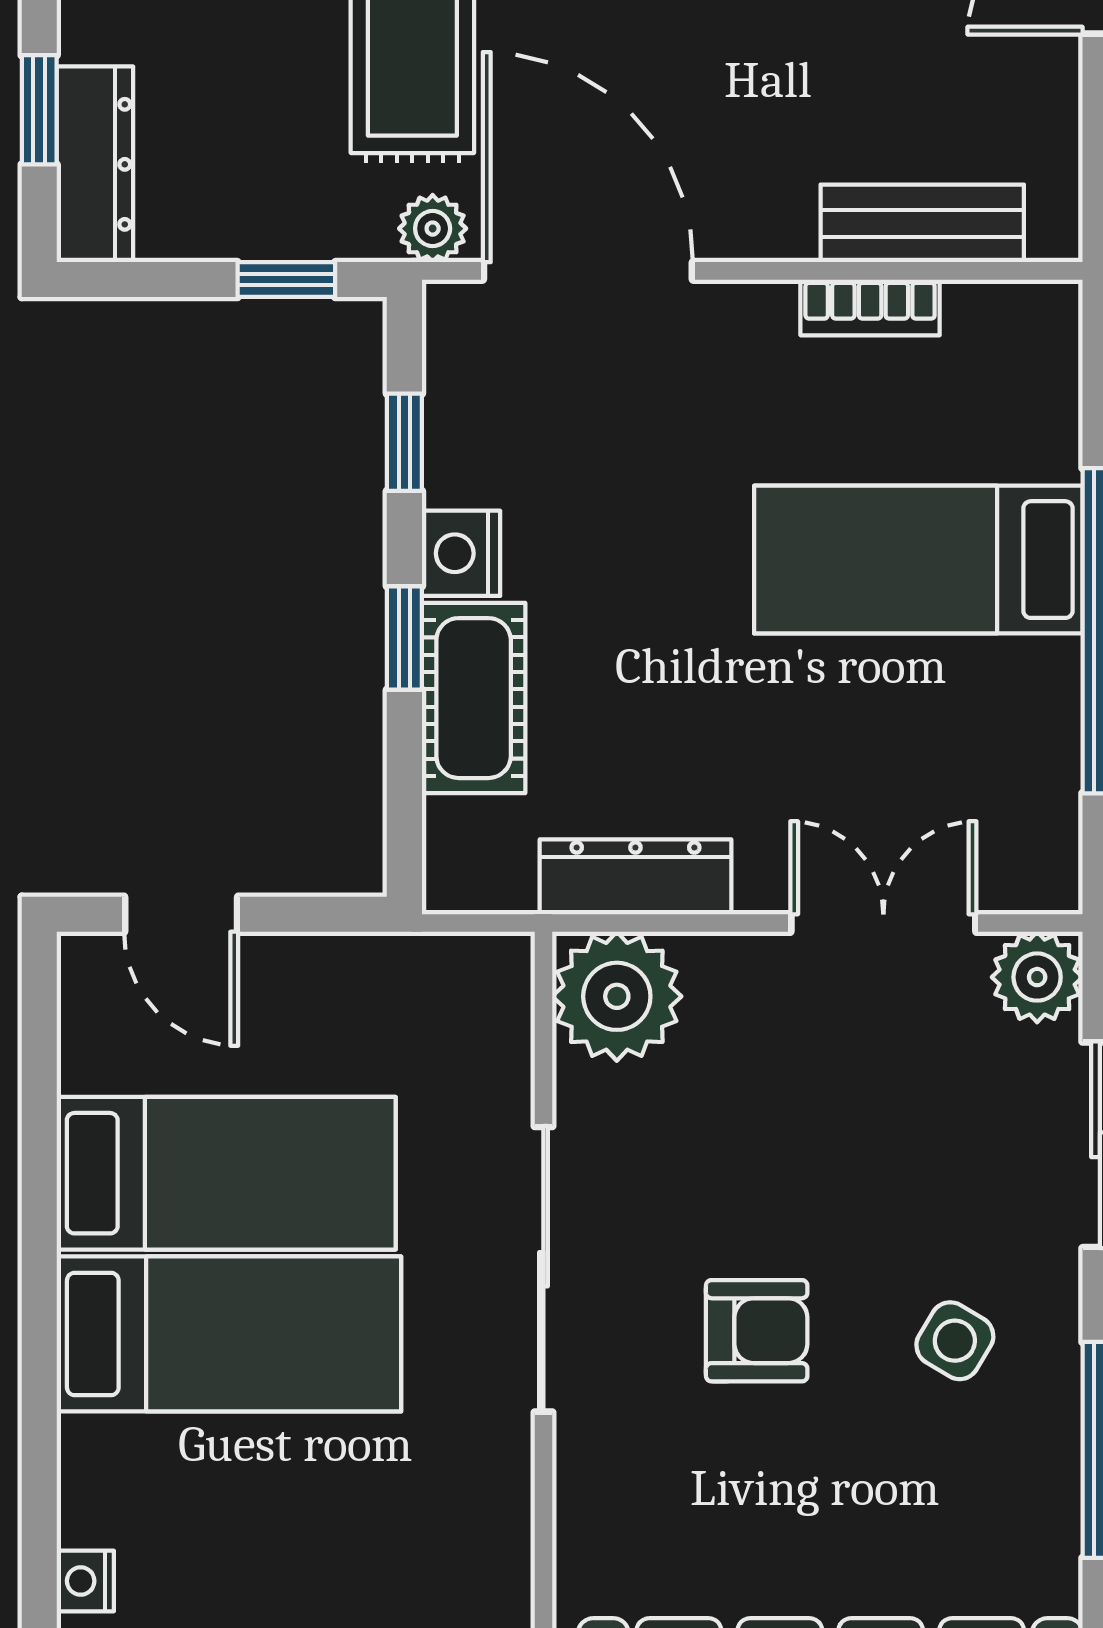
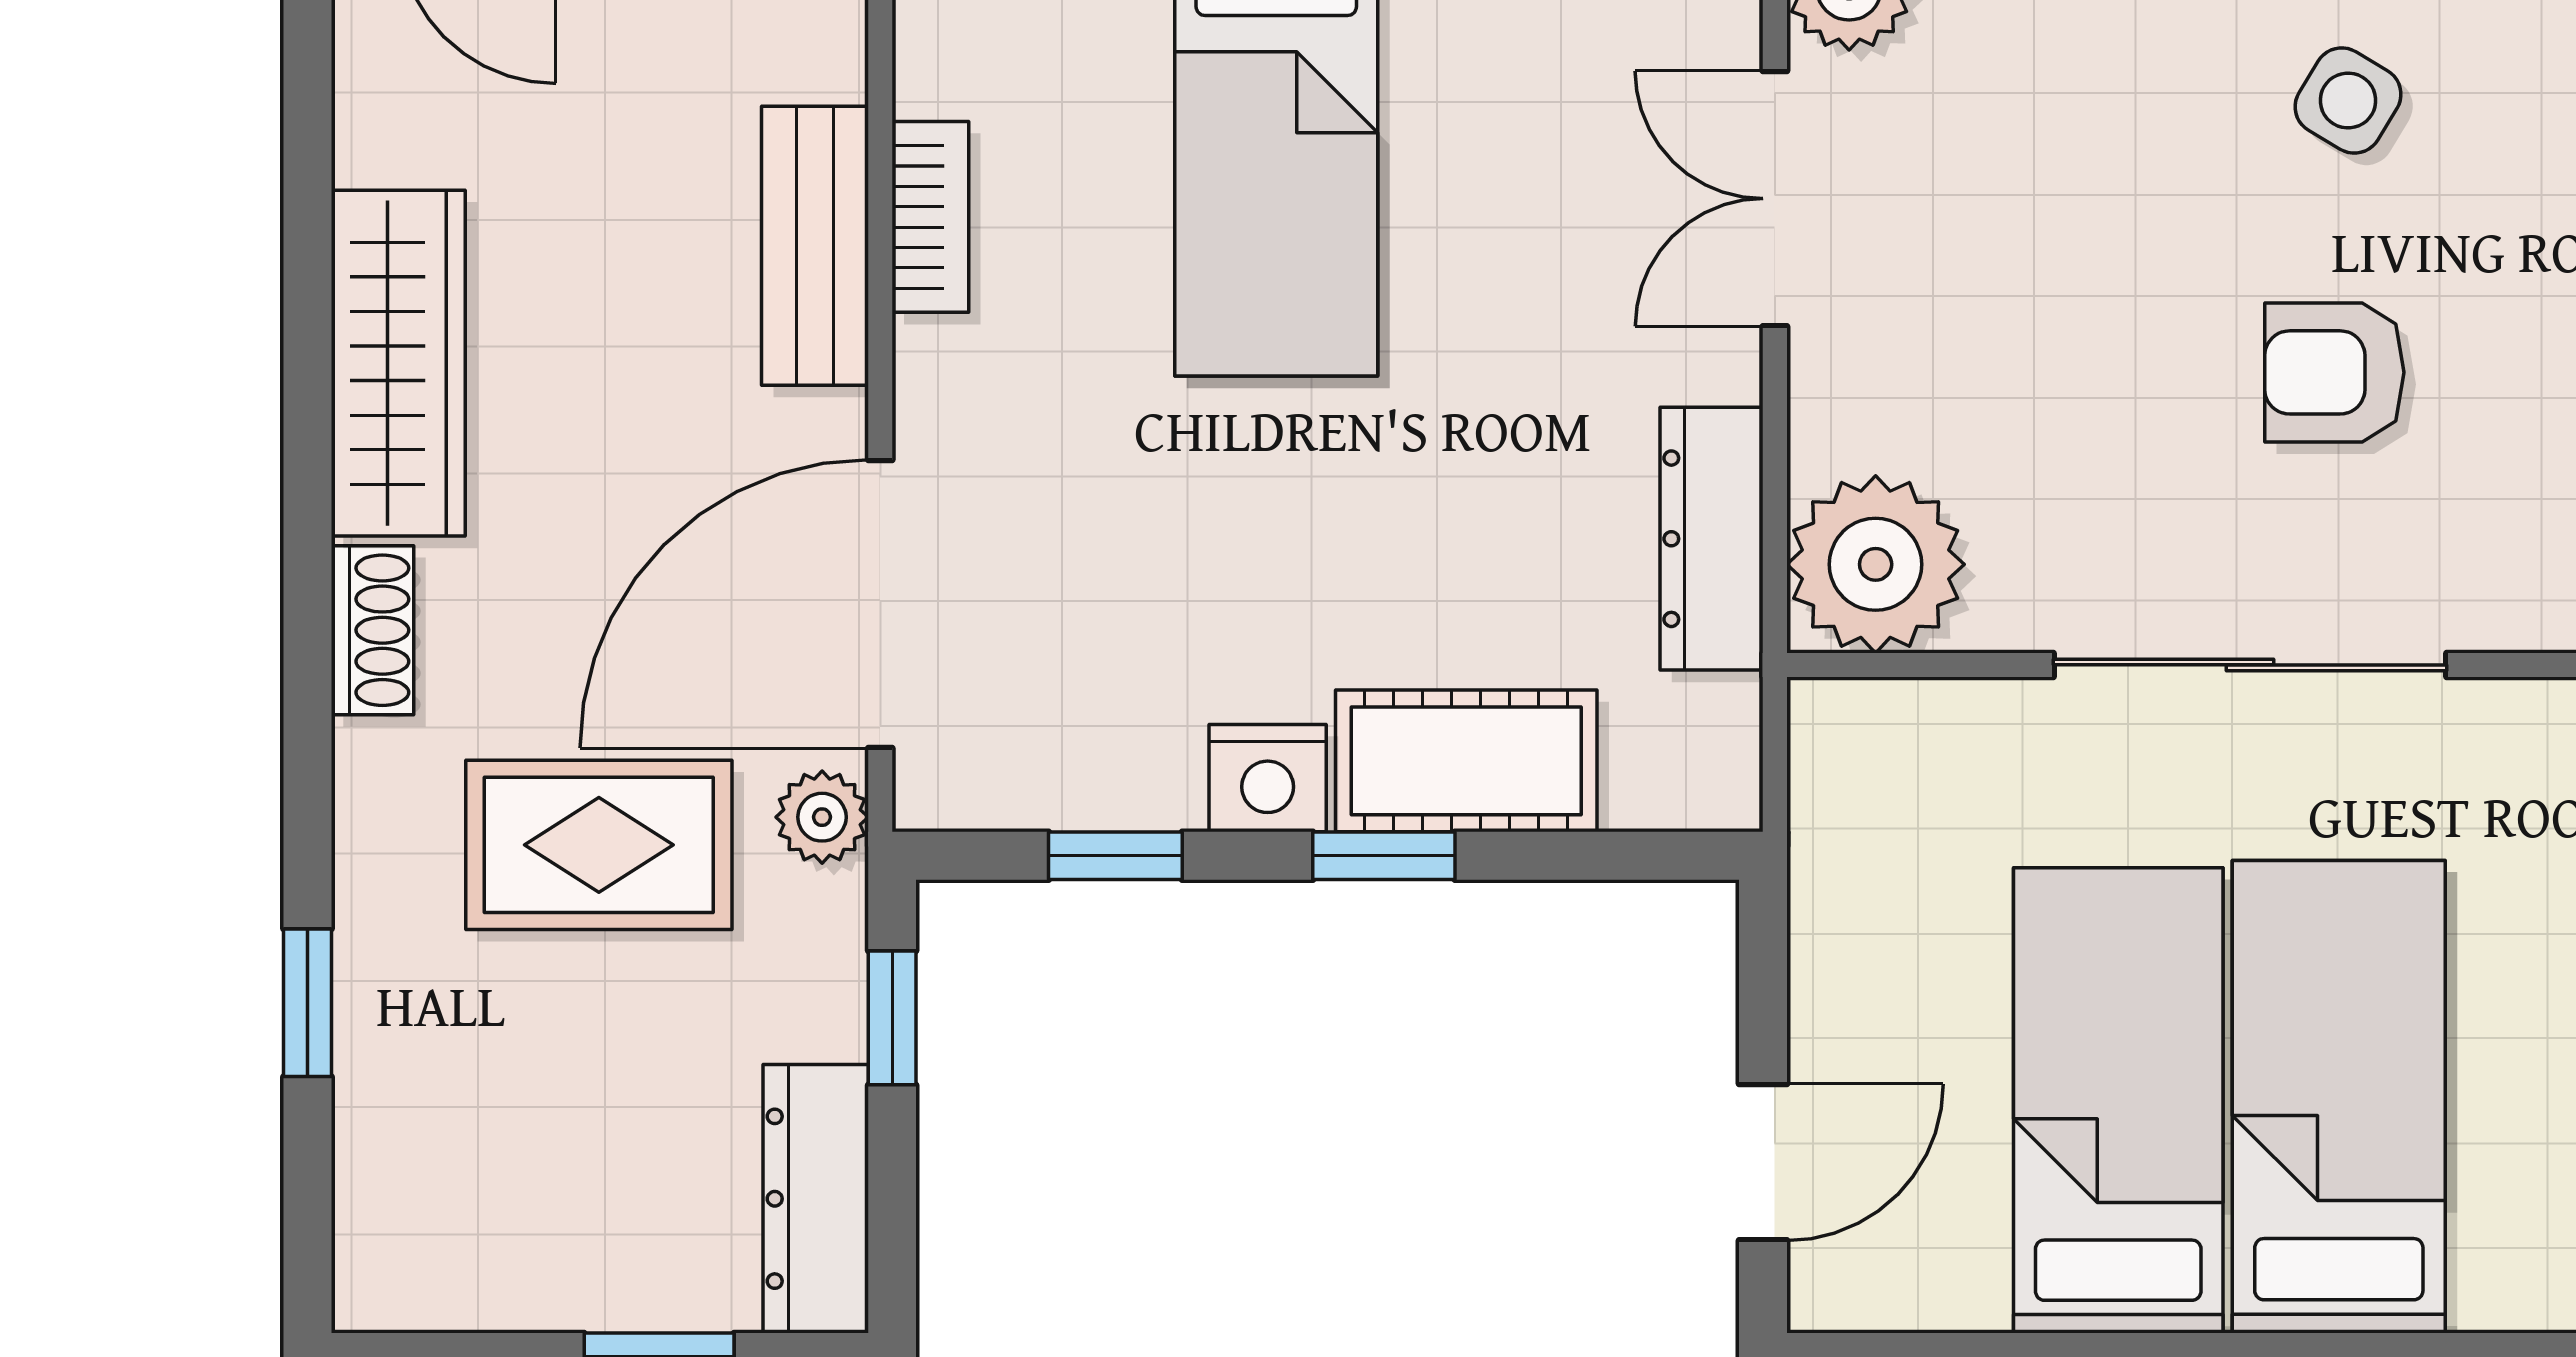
dresser: (95, 164) -> (816, 1199), moved, turned -90
bench: (922, 223) -> (815, 246), moved
armchair: (757, 1331) -> (2334, 372), turned -90

